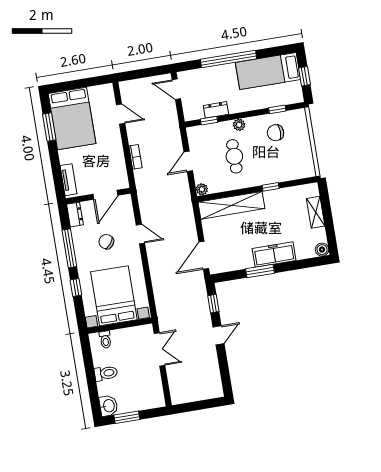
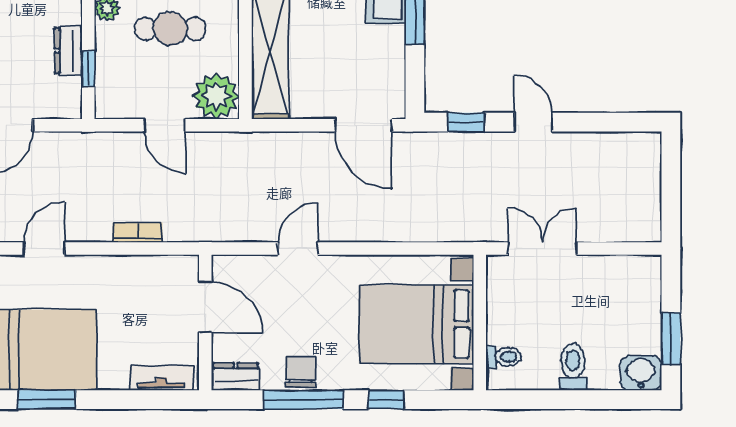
plant: (202, 189) -> (216, 96), width x1.87, depth x1.87
chair: (106, 242) -> (301, 372), moved, turned 141

